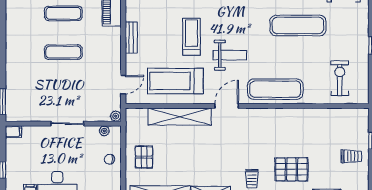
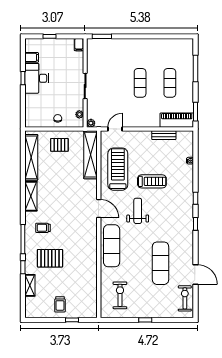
bench: (131, 38) -> (164, 135), moved
weight bench: (230, 55) -> (138, 211), turned 180
exercise bike: (340, 78) -> (120, 295), turned -90
door: (123, 85) -> (115, 129), swing flipped
shelving: (179, 117) -> (91, 155), moved
pallet: (291, 169) -> (50, 258), turned 90

